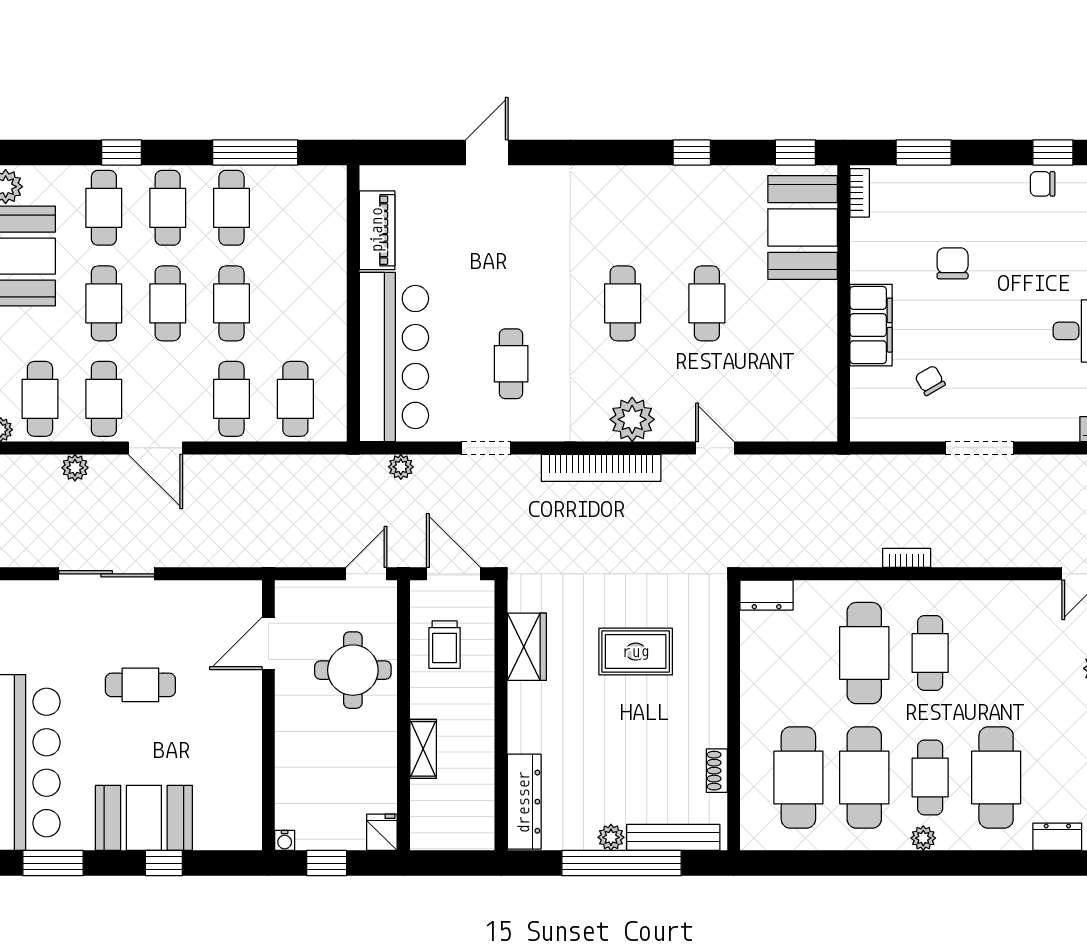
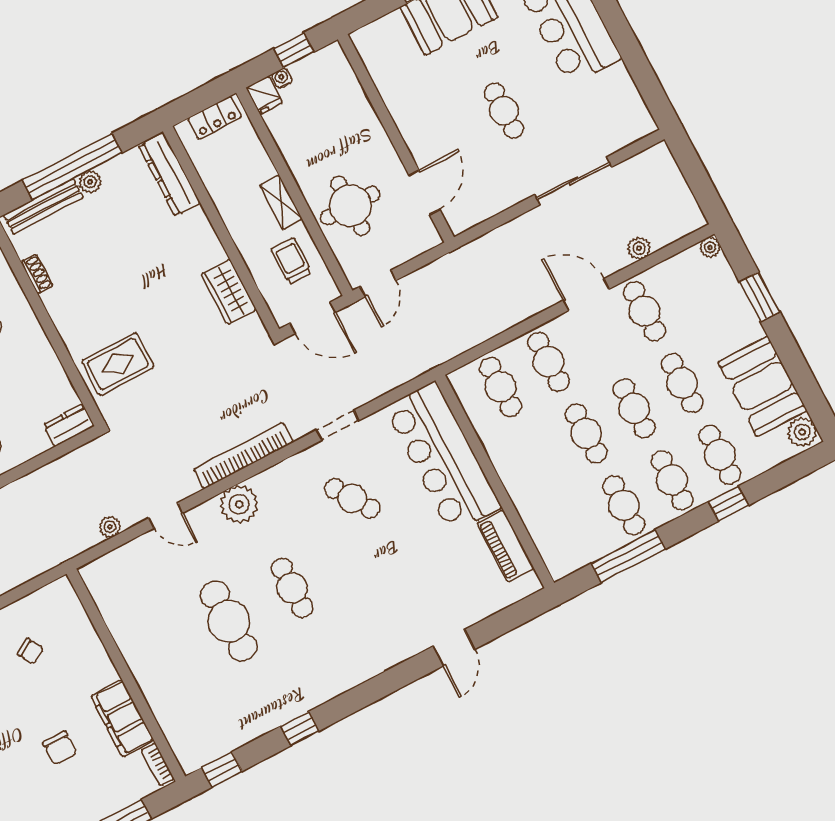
booth: (803, 227) -> (187, 716), removed
cafe table: (707, 303) -> (229, 621), width x1.37, depth x1.35
filing cabinet: (871, 325) -> (122, 718), moved
cafe table: (511, 364) -> (352, 498), turned -33
cafe table: (40, 399) -> (692, 286), removed
plant: (401, 467) -> (110, 527), moved
rug: (636, 652) -> (118, 364), moved
cafe table: (140, 685) -> (504, 111), turned 90
shelving: (423, 749) -> (281, 202), moved
locker: (446, 836) -> (214, 118), added
water cooler: (285, 840) -> (282, 78), moved

